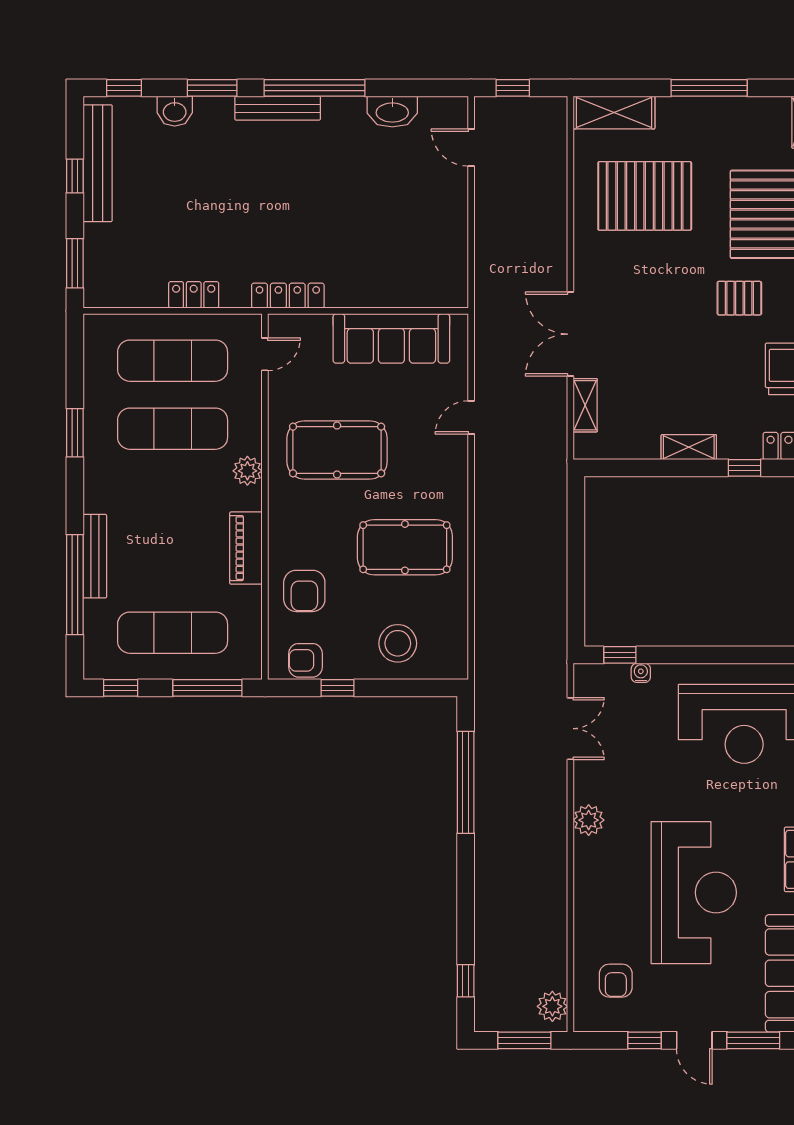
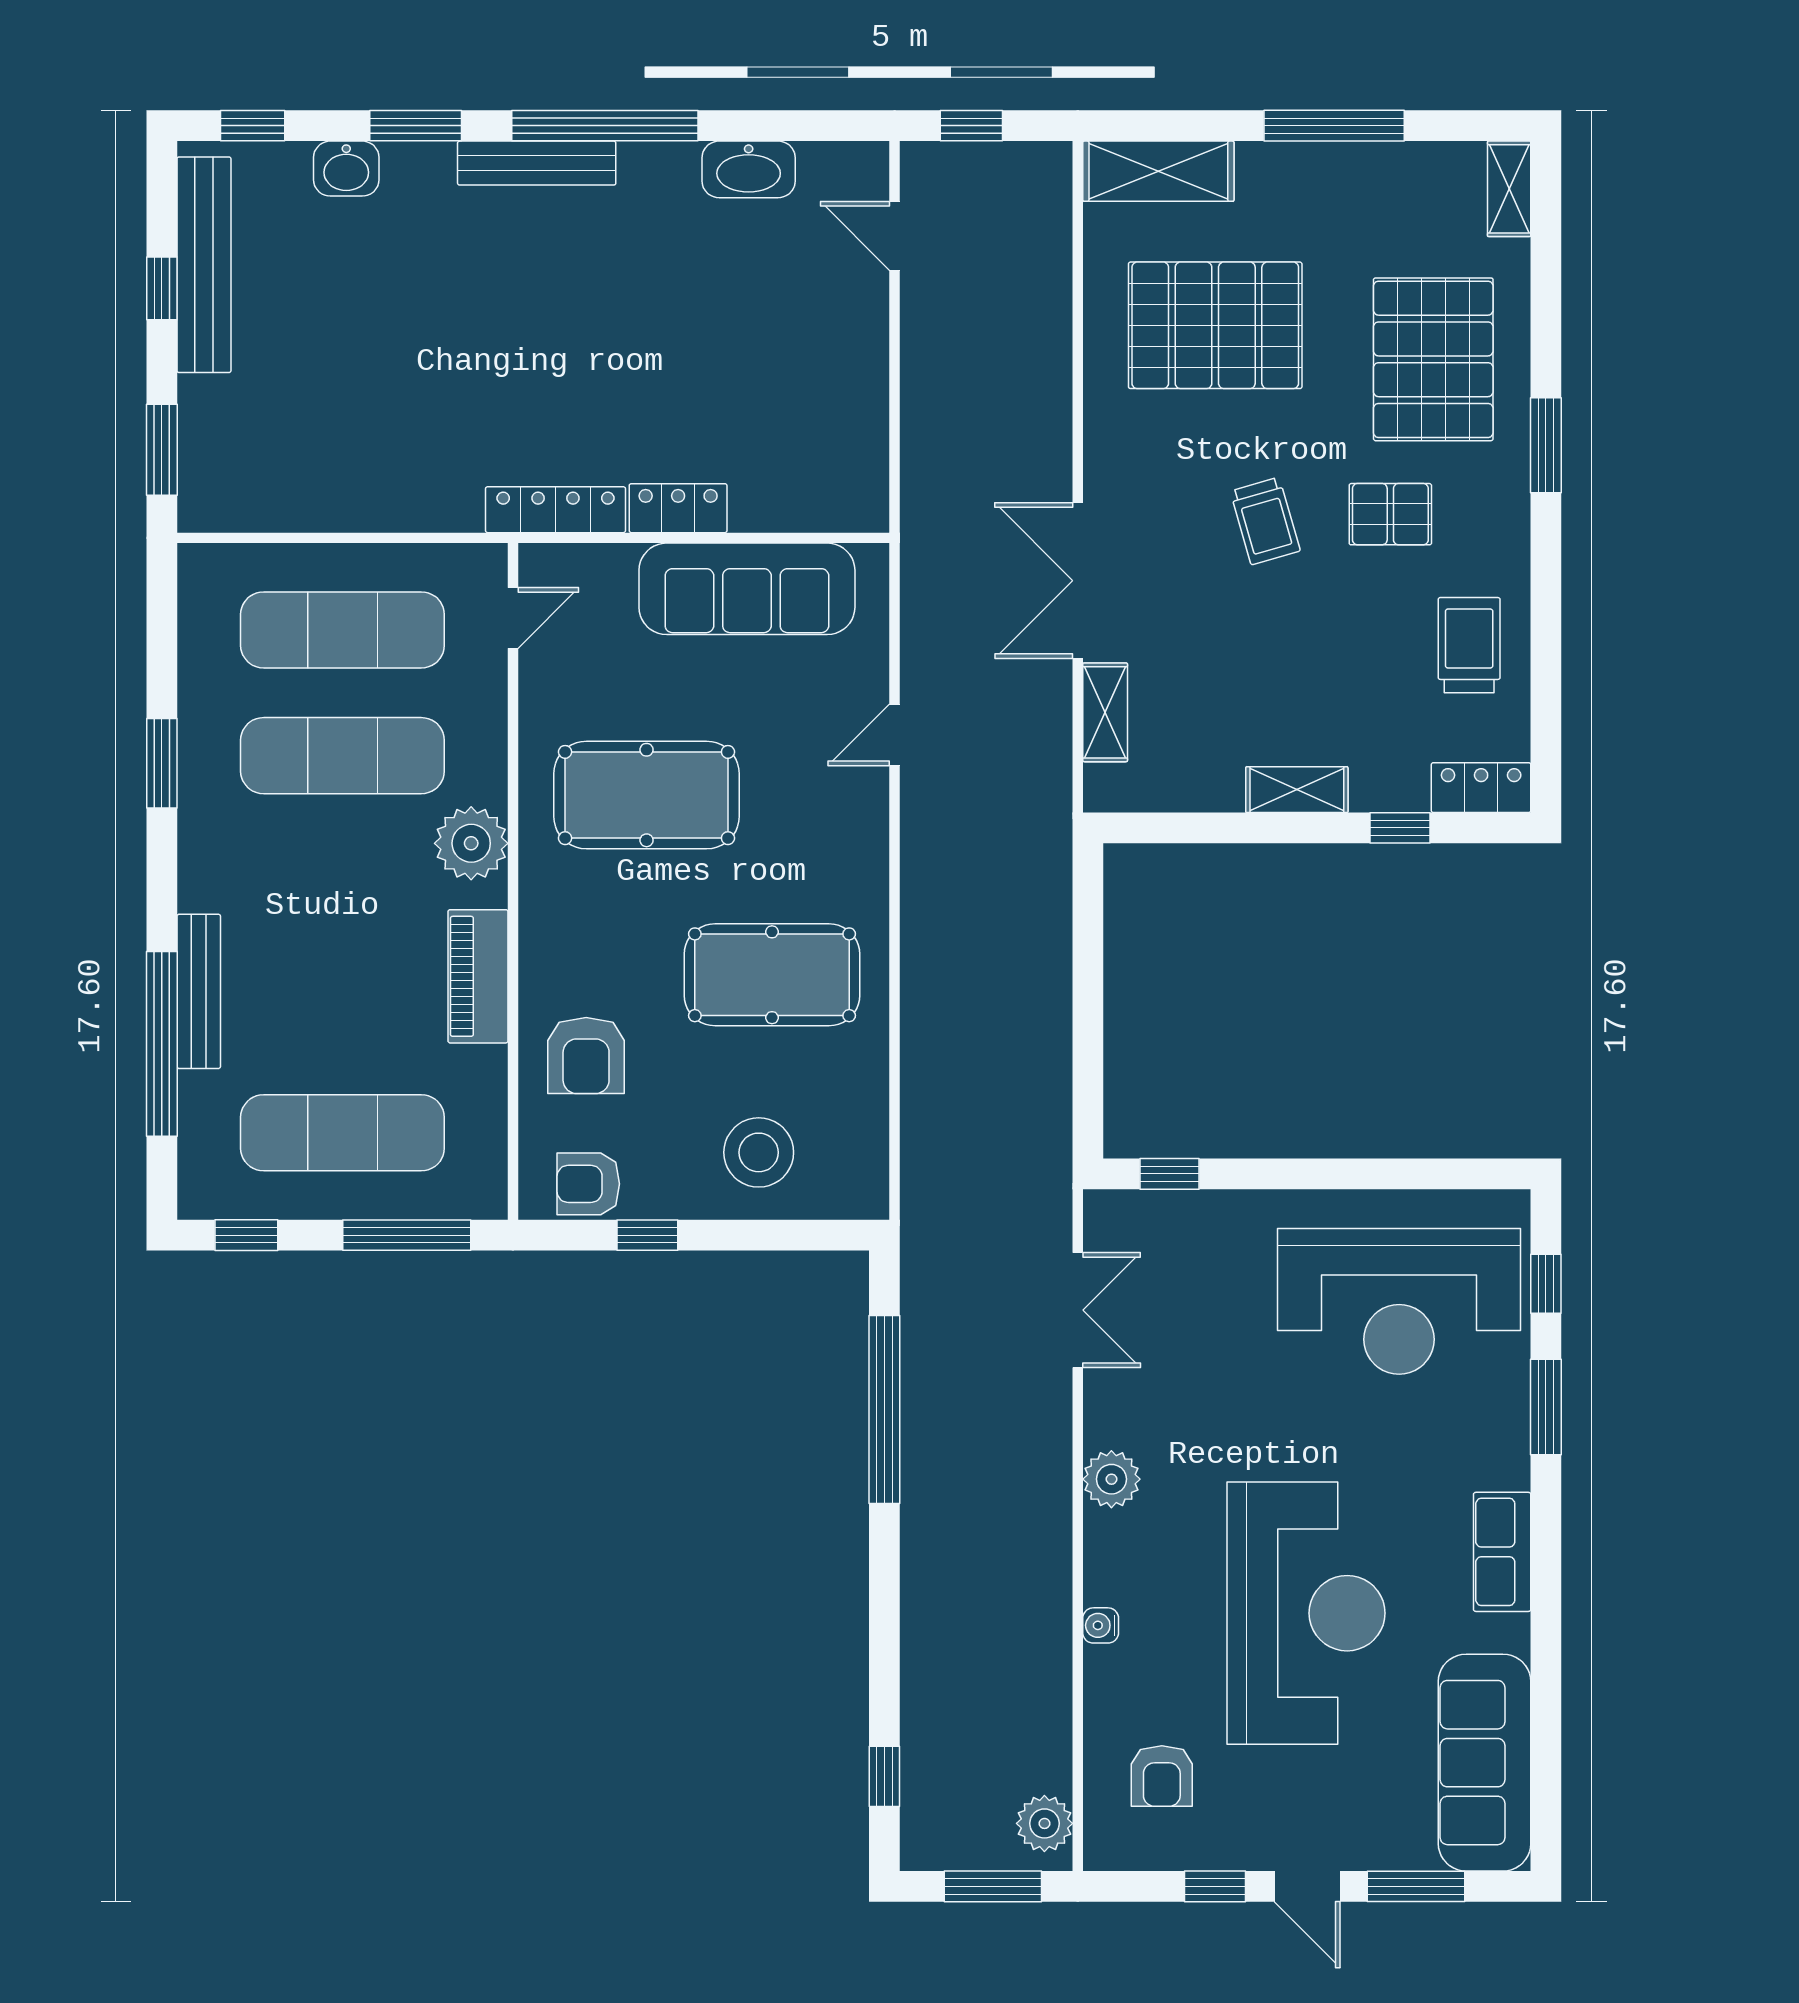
locker: (194, 295) -> (678, 508), moved
trolley: (672, 302) -> (1265, 521), added
plant: (247, 471) -> (471, 843), width x1.36, depth x1.36
water cooler: (641, 673) -> (1101, 1625), moved, turned -90

